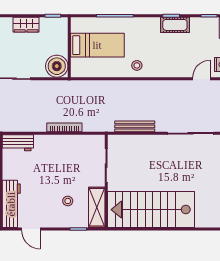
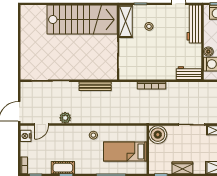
plant: (172, 87) -> (65, 118), added

